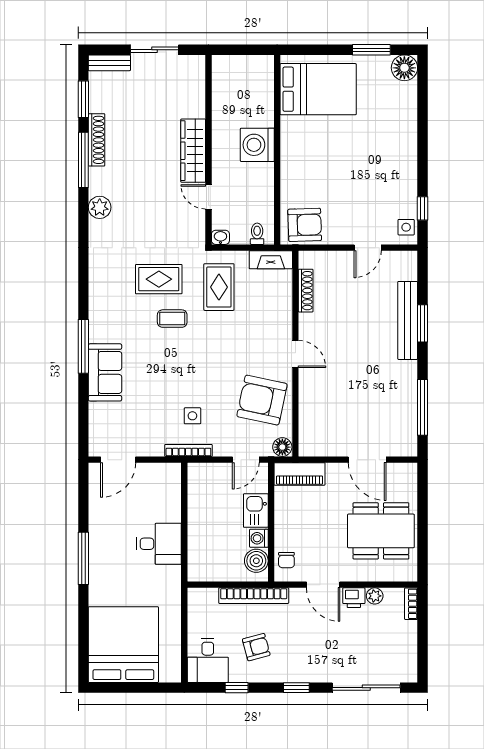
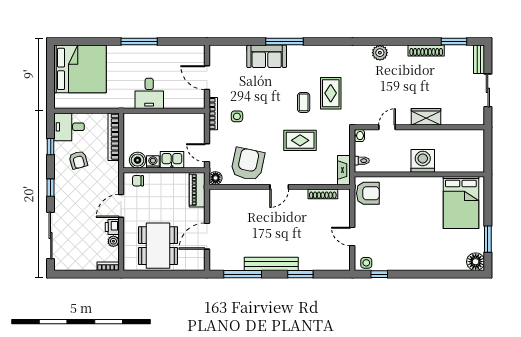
wardrobe: (193, 151) -> (426, 117), width x0.67
window: (83, 160) -> (412, 42), removed
armchair: (305, 225) -> (368, 193), turned -88
rug: (219, 287) -> (300, 140), moved
bench: (408, 320) -> (271, 264), moved
door: (118, 460) -> (207, 78), moved
bookcase: (254, 596) -> (114, 137), moved

